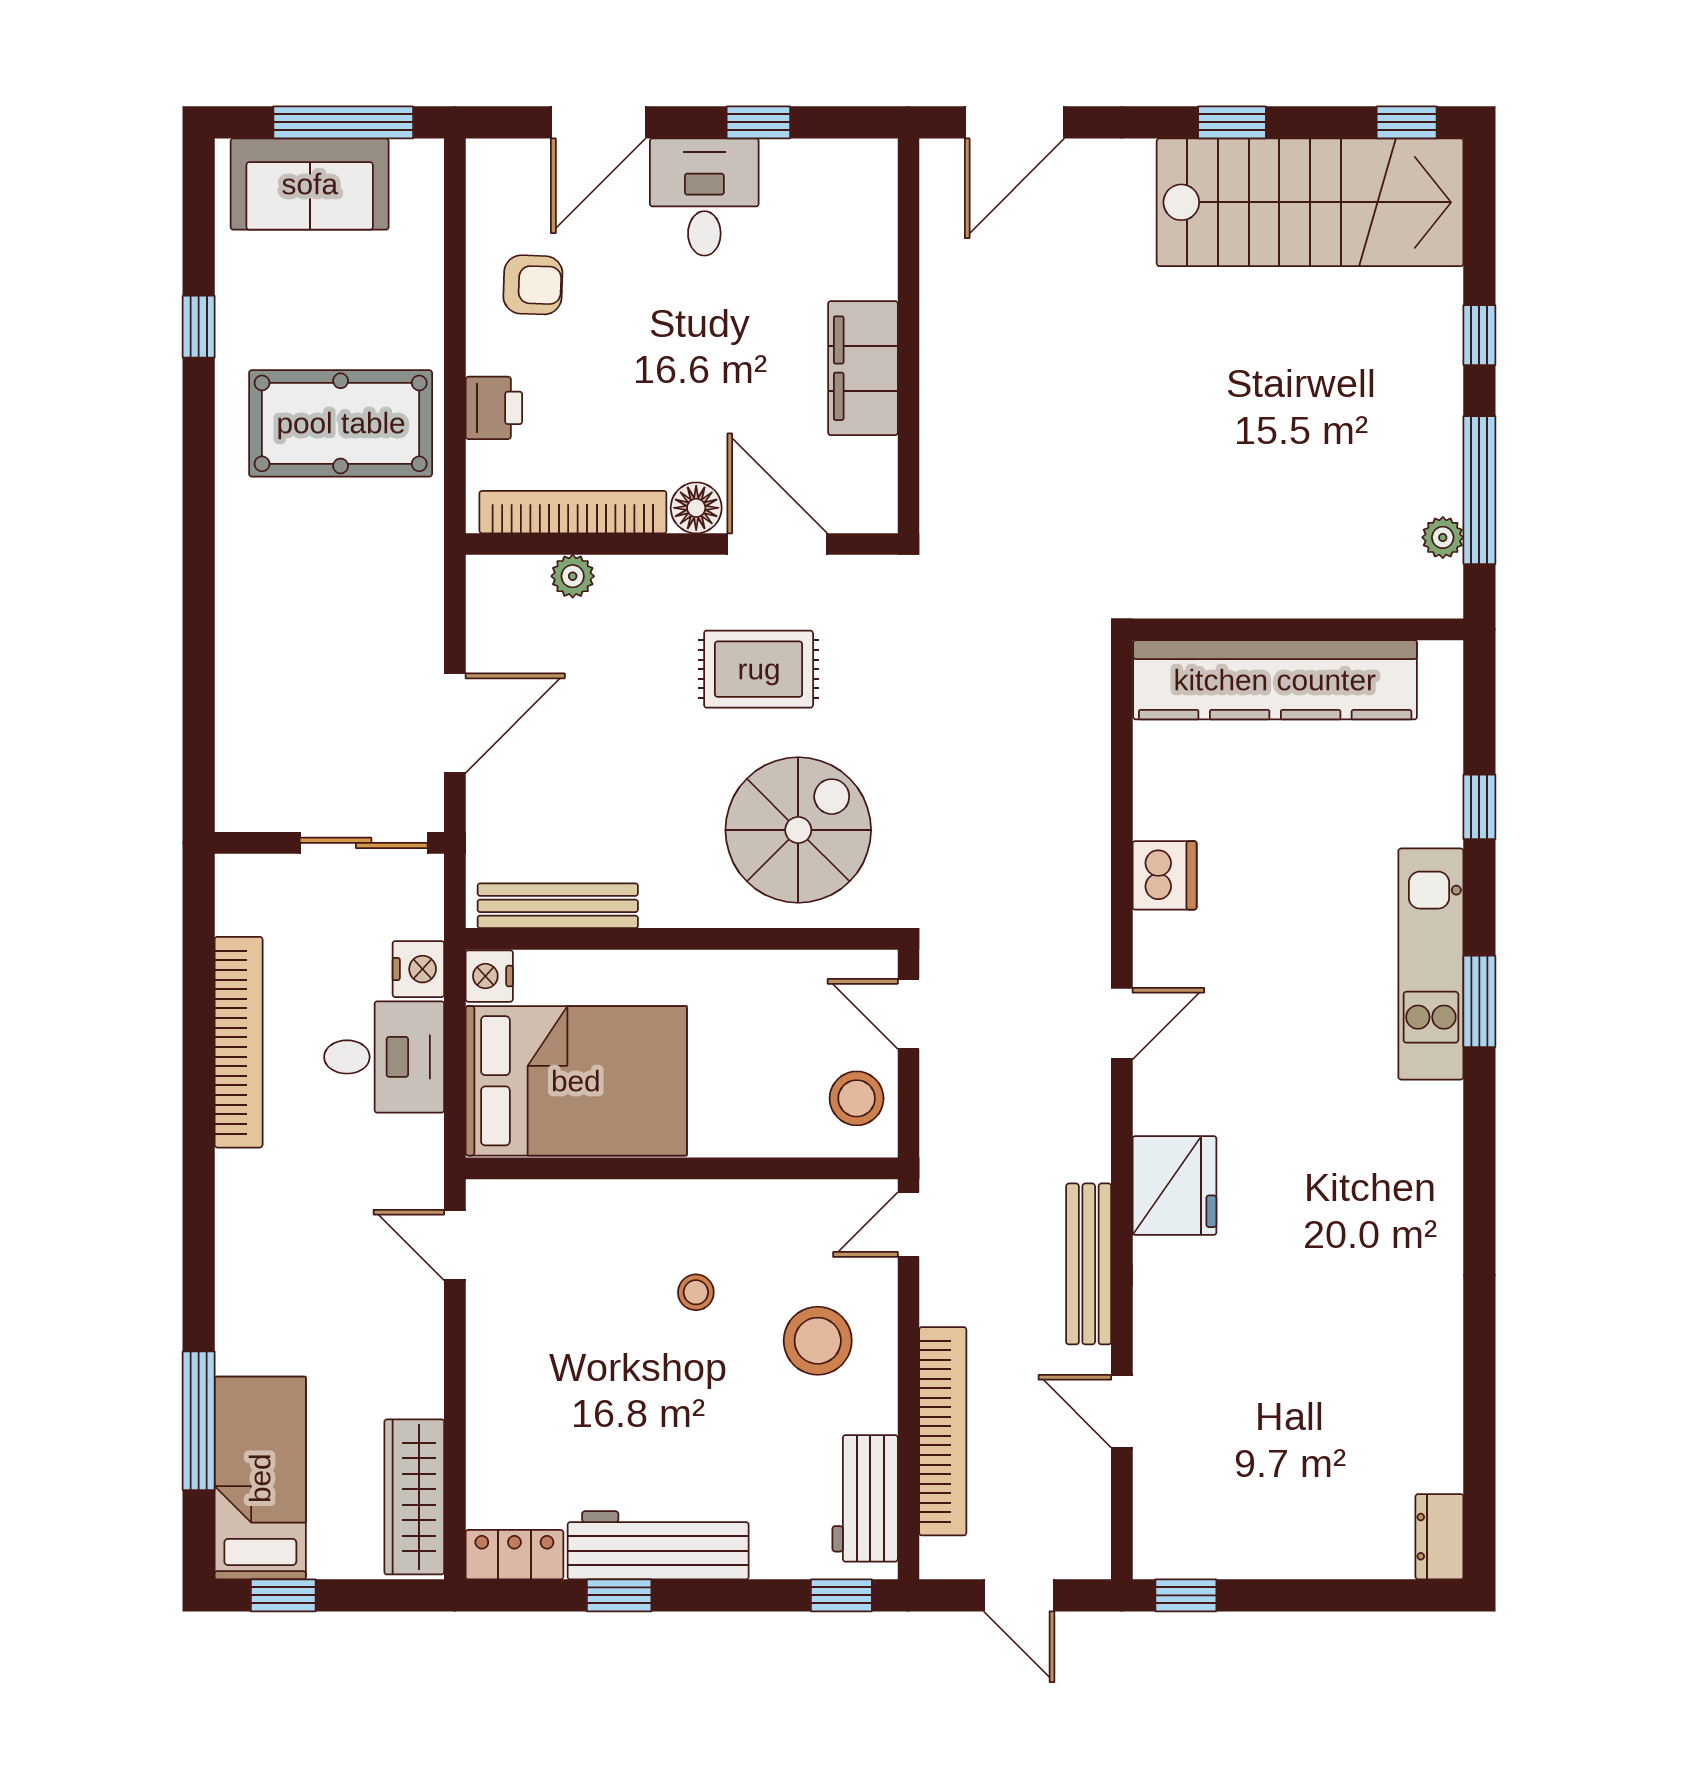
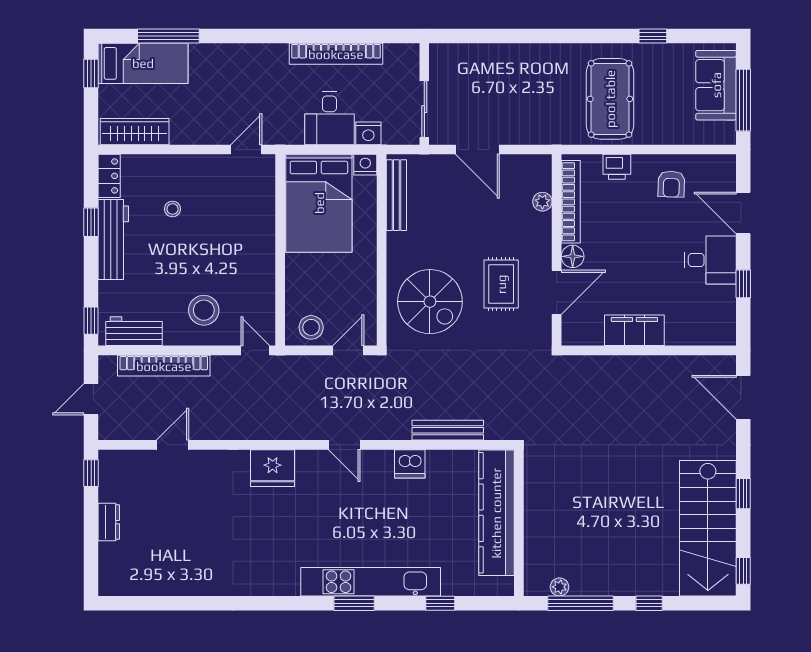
kitchen unit: (1431, 964) -> (371, 582), width x1.36
bench: (1089, 1264) -> (448, 430), moved
stool: (696, 1292) -> (173, 209), moved
dresser: (1439, 1537) -> (109, 522), moved, turned 90

